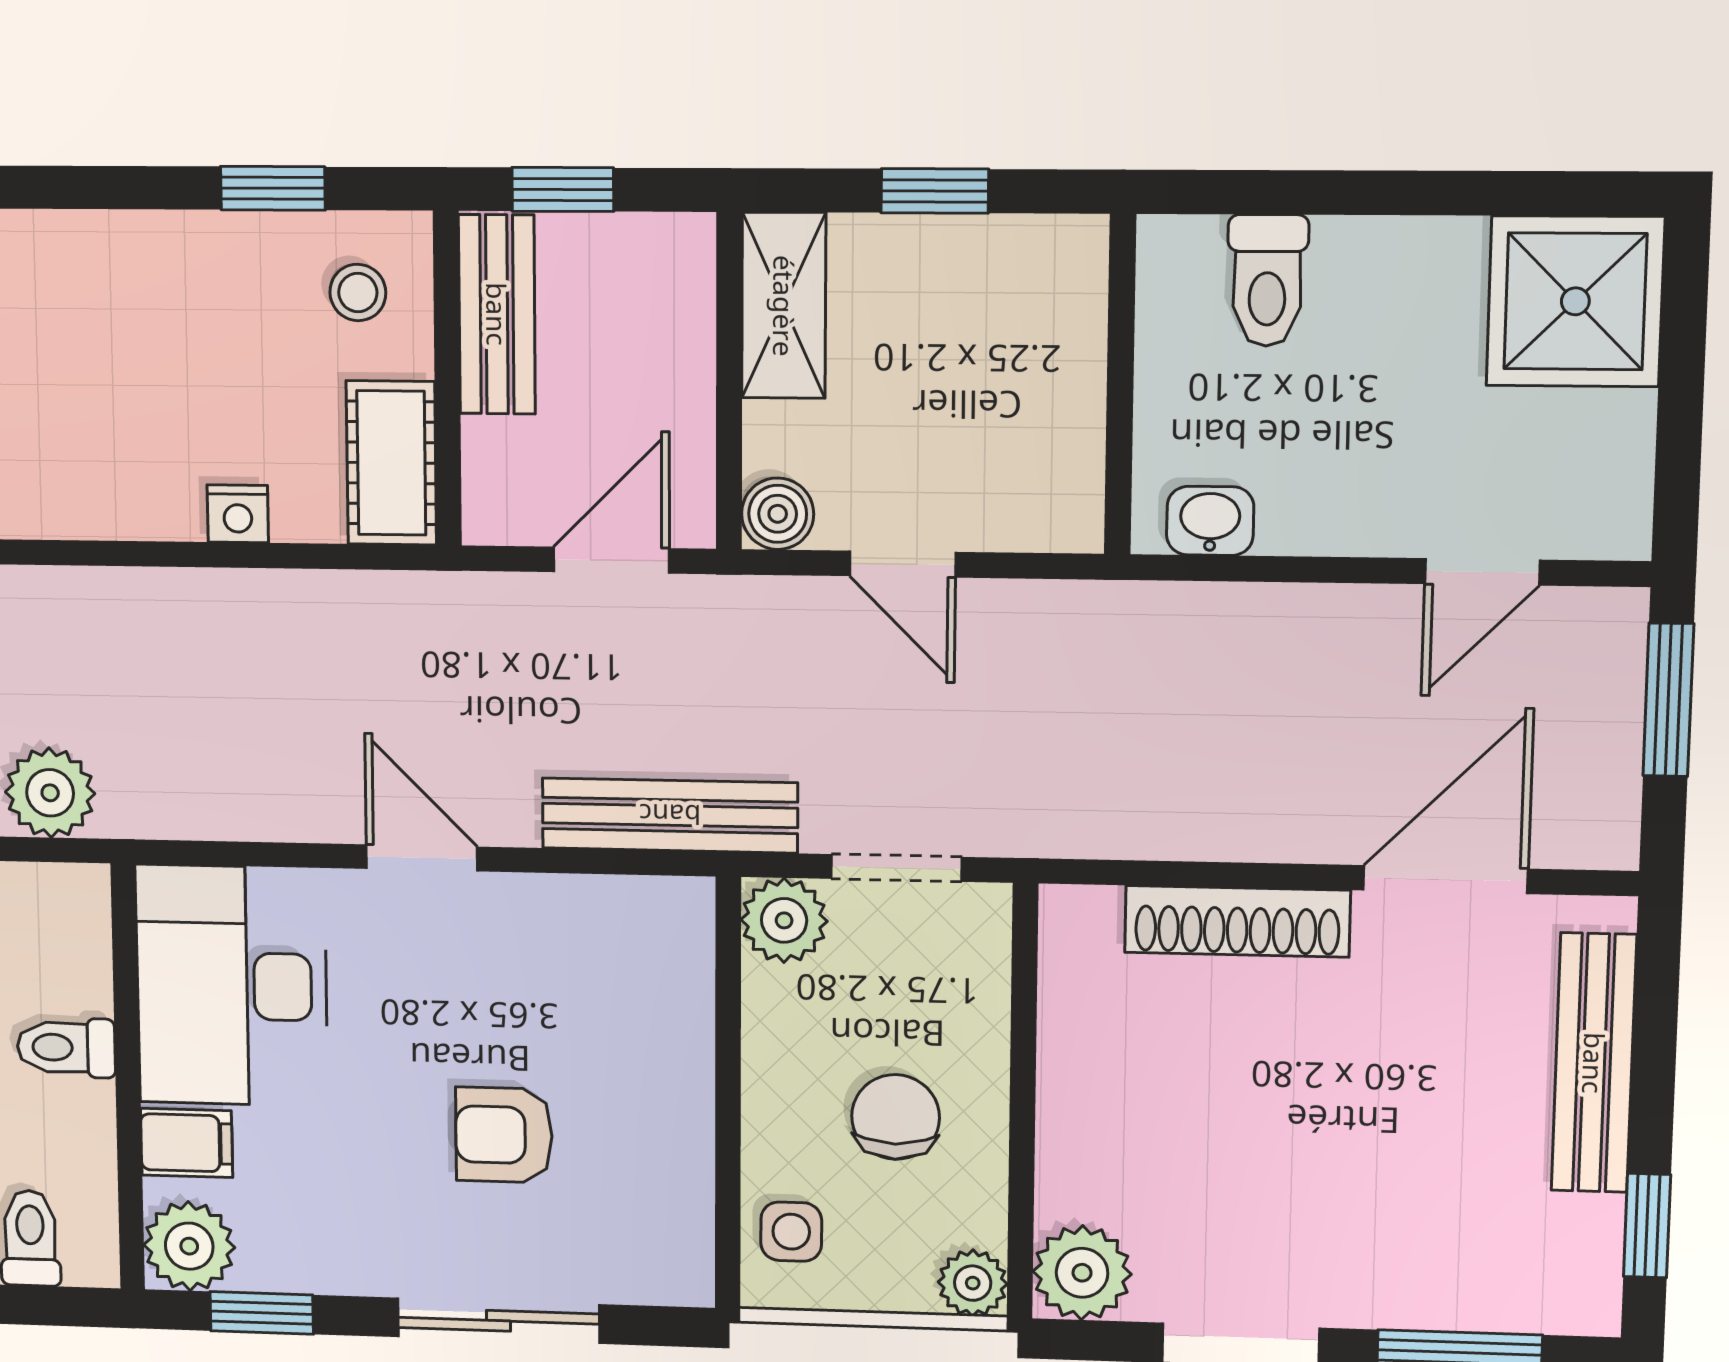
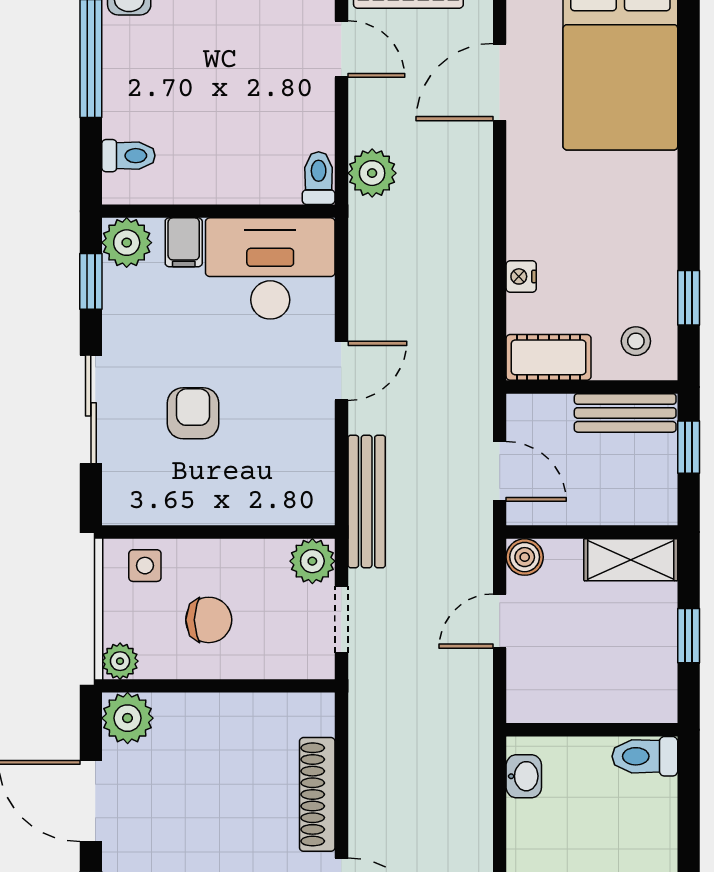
toilet: (1267, 280) -> (645, 756), moved
toilet: (66, 1048) -> (319, 178), moved

